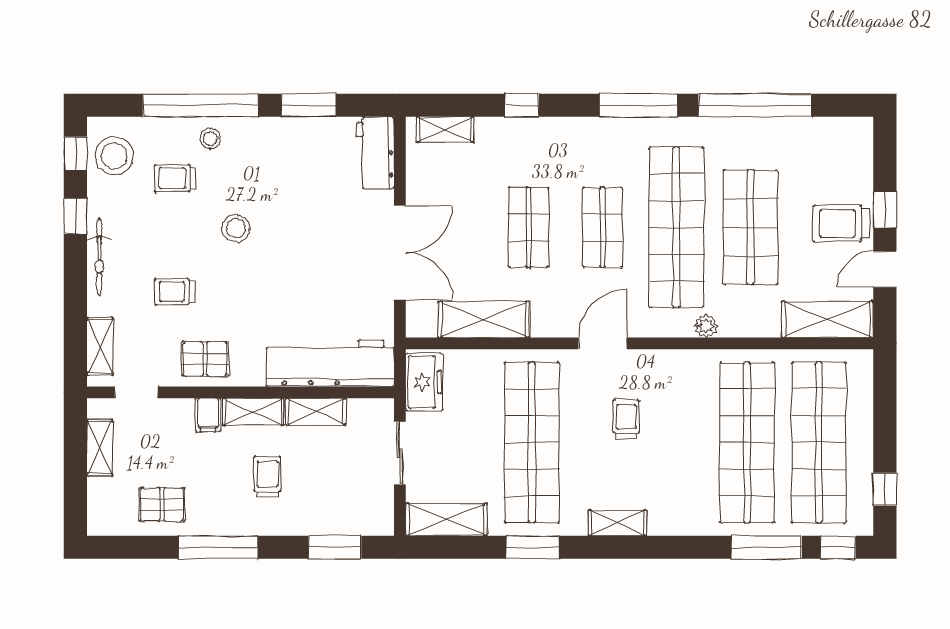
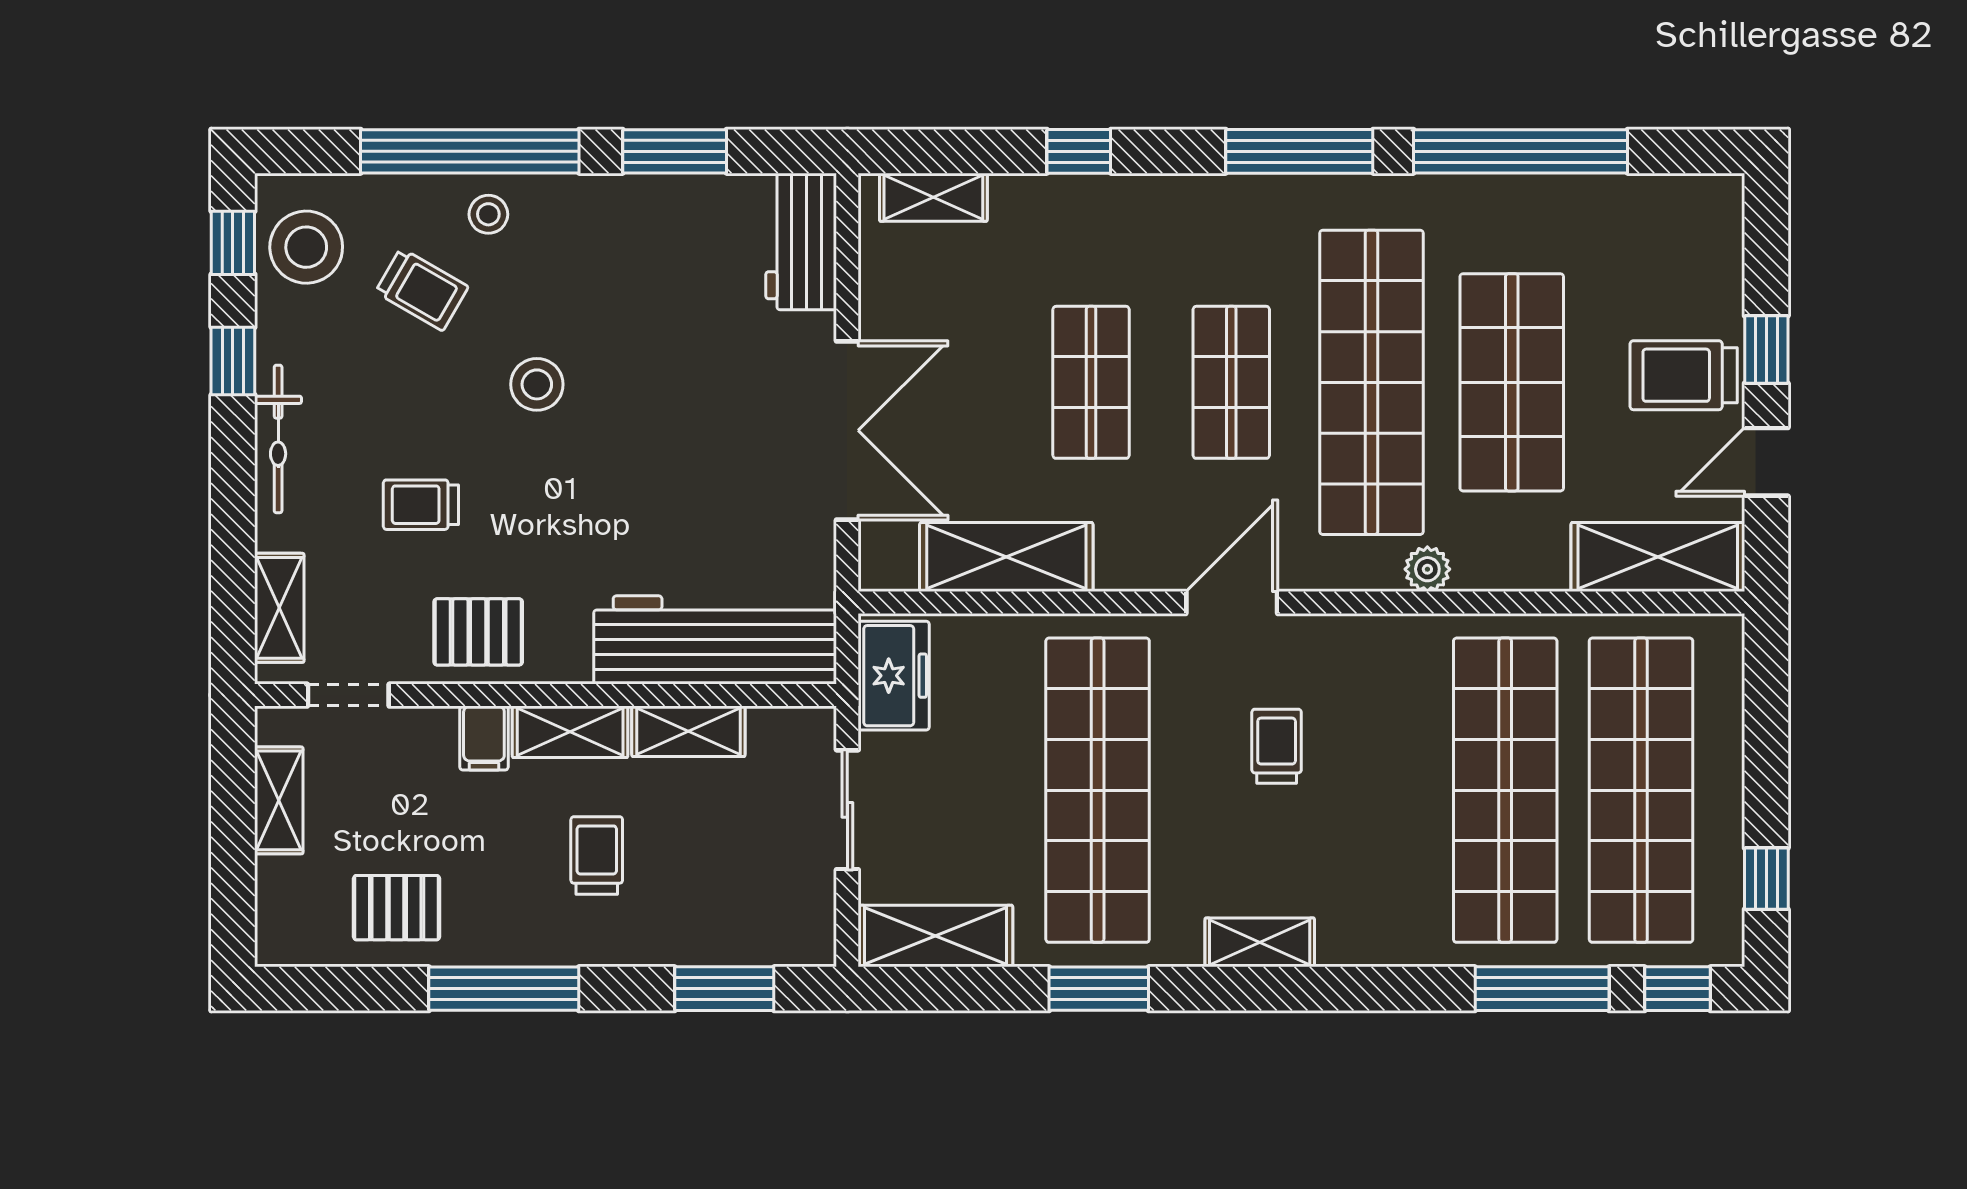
trolley: (175, 178) -> (422, 289), turned -150

